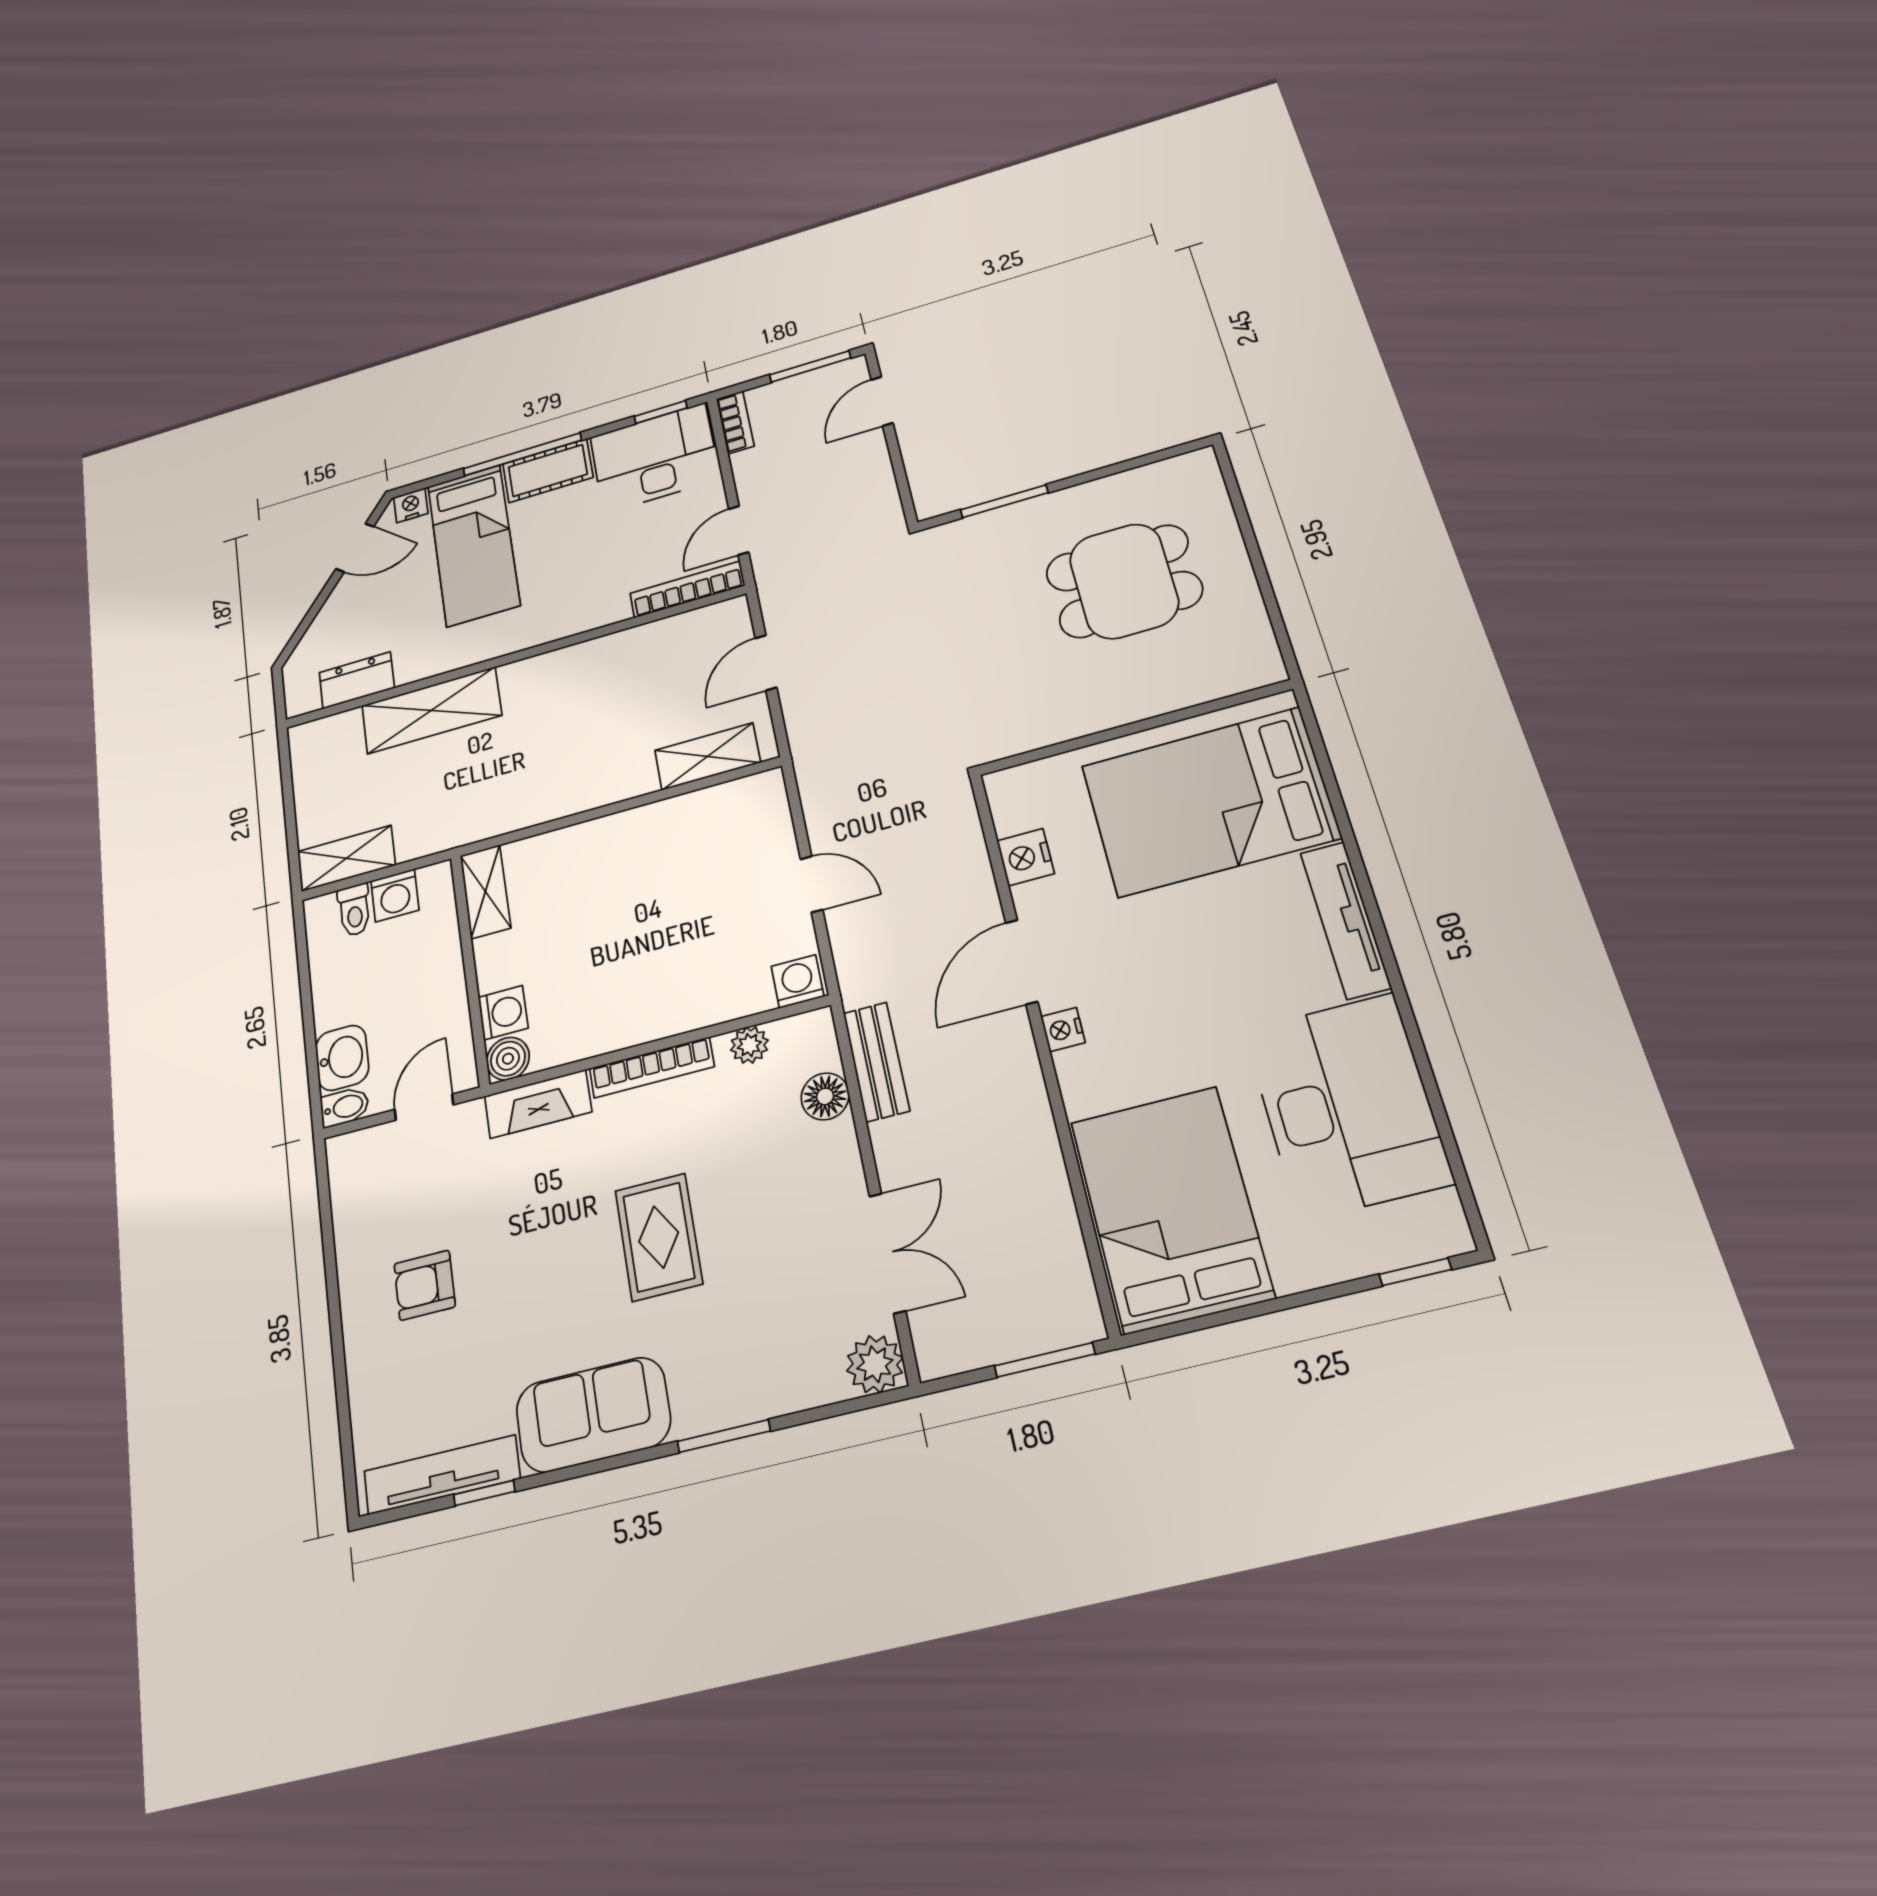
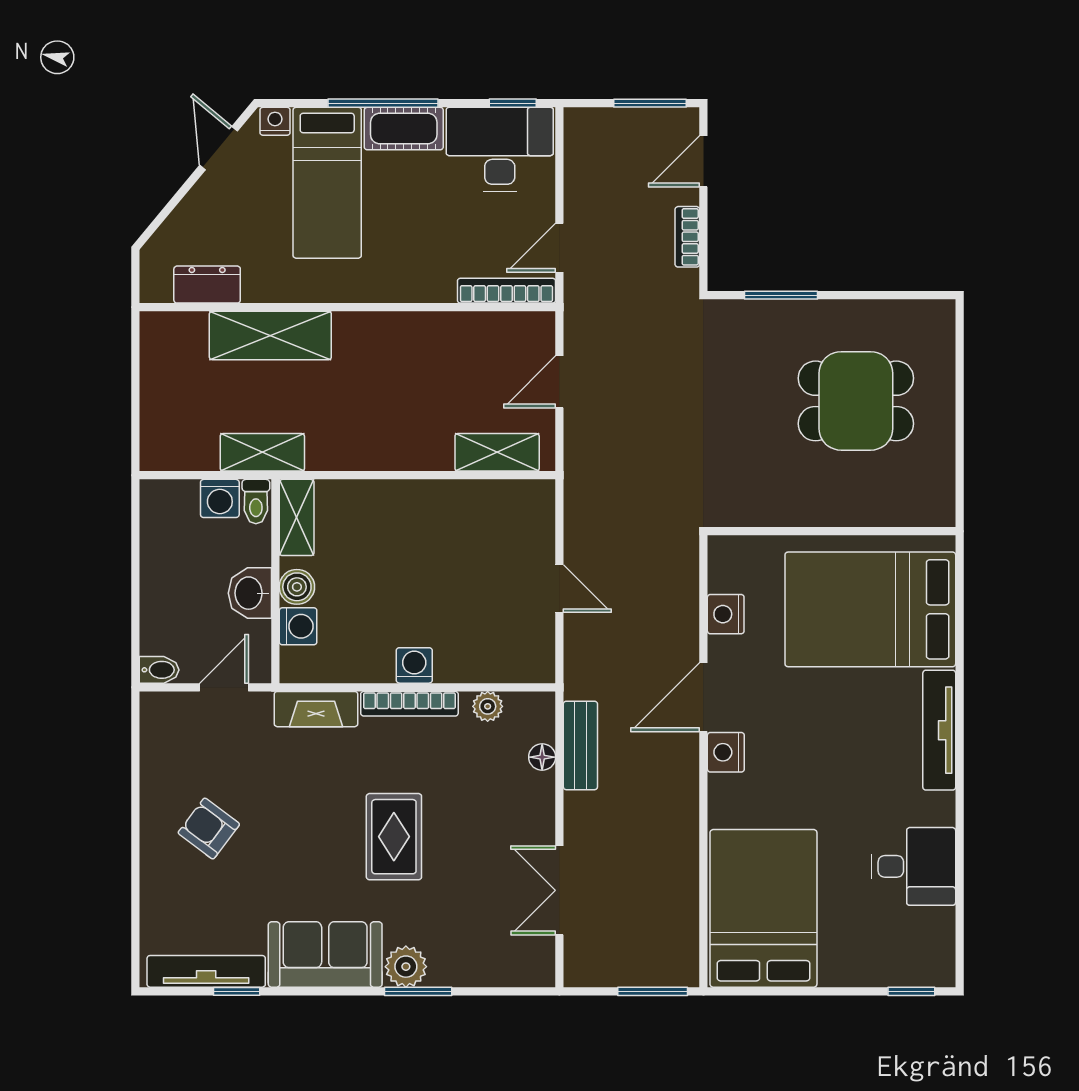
bookcase: (735, 422) -> (687, 237), moved, turned 180
door: (355, 548) -> (219, 148), swing flipped
shelving: (346, 858) -> (262, 452), moved
toilet: (354, 910) -> (256, 501), moved
washing machine: (798, 981) -> (414, 665), moved
nightstand: (1063, 1030) -> (726, 752), width x1.39, depth x1.35
washbasin: (342, 1058) -> (250, 593), moved, turned 180
boiler: (508, 1059) -> (297, 587), moved
floor lamp: (825, 1096) -> (542, 757), width x0.73, depth x0.73
desk: (1347, 1106) -> (914, 866), width x0.53, depth x0.77
double door: (887, 1253) -> (559, 890), swing flipped
armchair: (425, 1285) -> (209, 829), turned 37
plant: (875, 1364) -> (406, 967), moved

